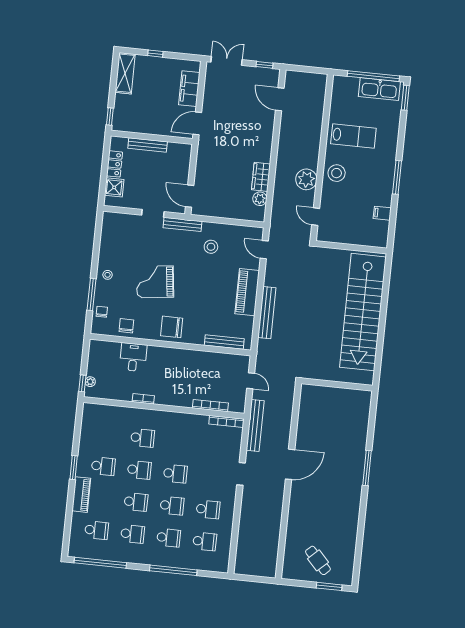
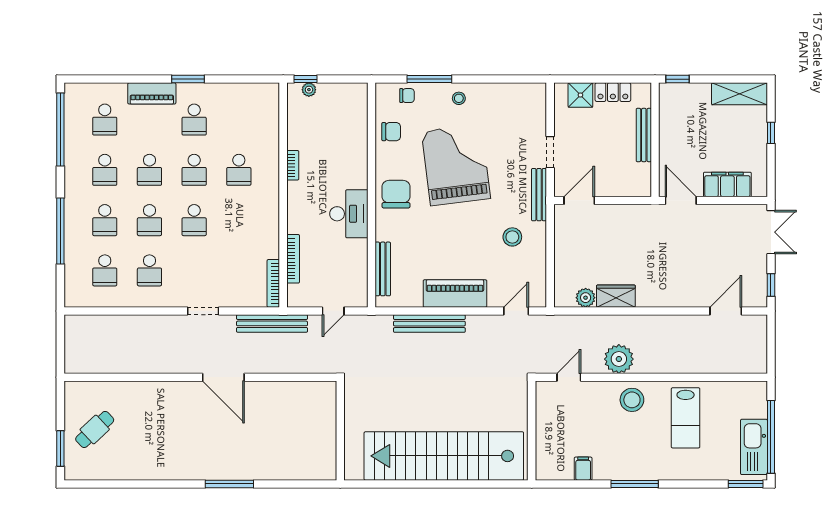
grand piano: (155, 282) -> (456, 165), width x1.37, depth x1.48
desk: (133, 357) -> (349, 214), moved, width x1.37

